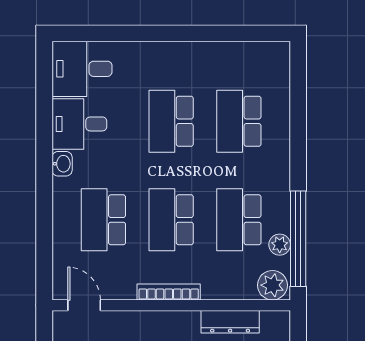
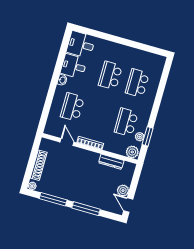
school desk: (171, 220) -> (99, 115), removed
window: (298, 239) -> (148, 136), width x0.47
door: (84, 305) -> (67, 142), moved

